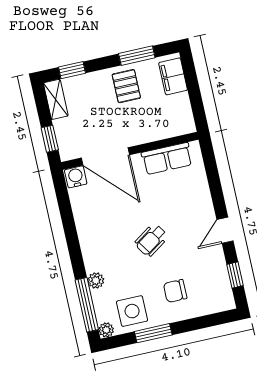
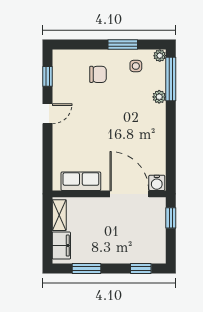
pallet: (126, 86) -> (100, 246), removed
shelving: (56, 99) -> (59, 215), moved
wheelchair: (151, 240) -> (108, 119), removed
side table: (132, 311) -> (136, 66), width x0.54, depth x0.54

